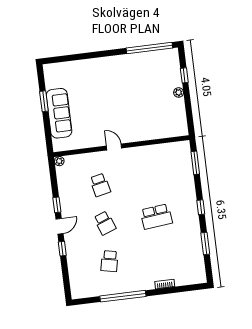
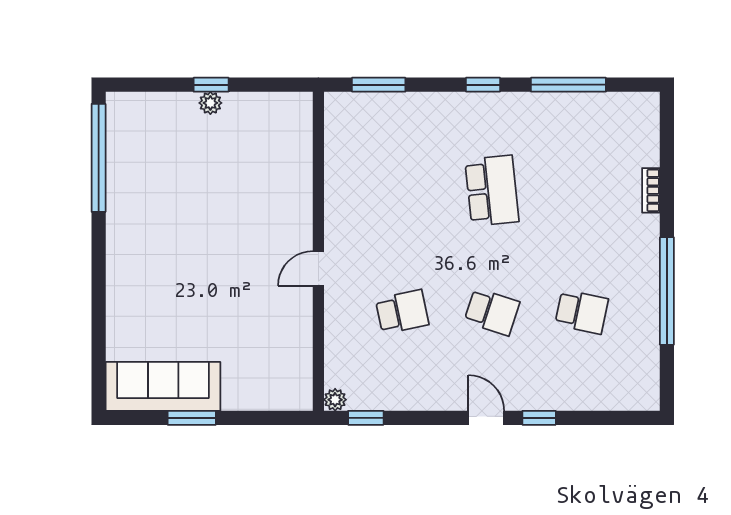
window: (184, 75) -> (211, 85), moved
sofa: (59, 113) -> (163, 386), moved
window: (57, 205) -> (366, 418), moved
school desk: (105, 223) -> (492, 312), turned 39
window: (205, 243) -> (568, 85), width x1.44

